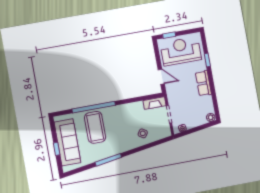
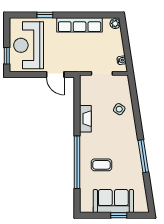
door: (161, 77) -> (55, 74), swing flipped
row of seats: (203, 83) -> (80, 25), width x1.48
fireplace: (155, 103) -> (85, 119), moved
coffee table: (95, 127) -> (102, 165), width x0.54, depth x0.58
sofa: (67, 142) -> (113, 201), width x0.73

